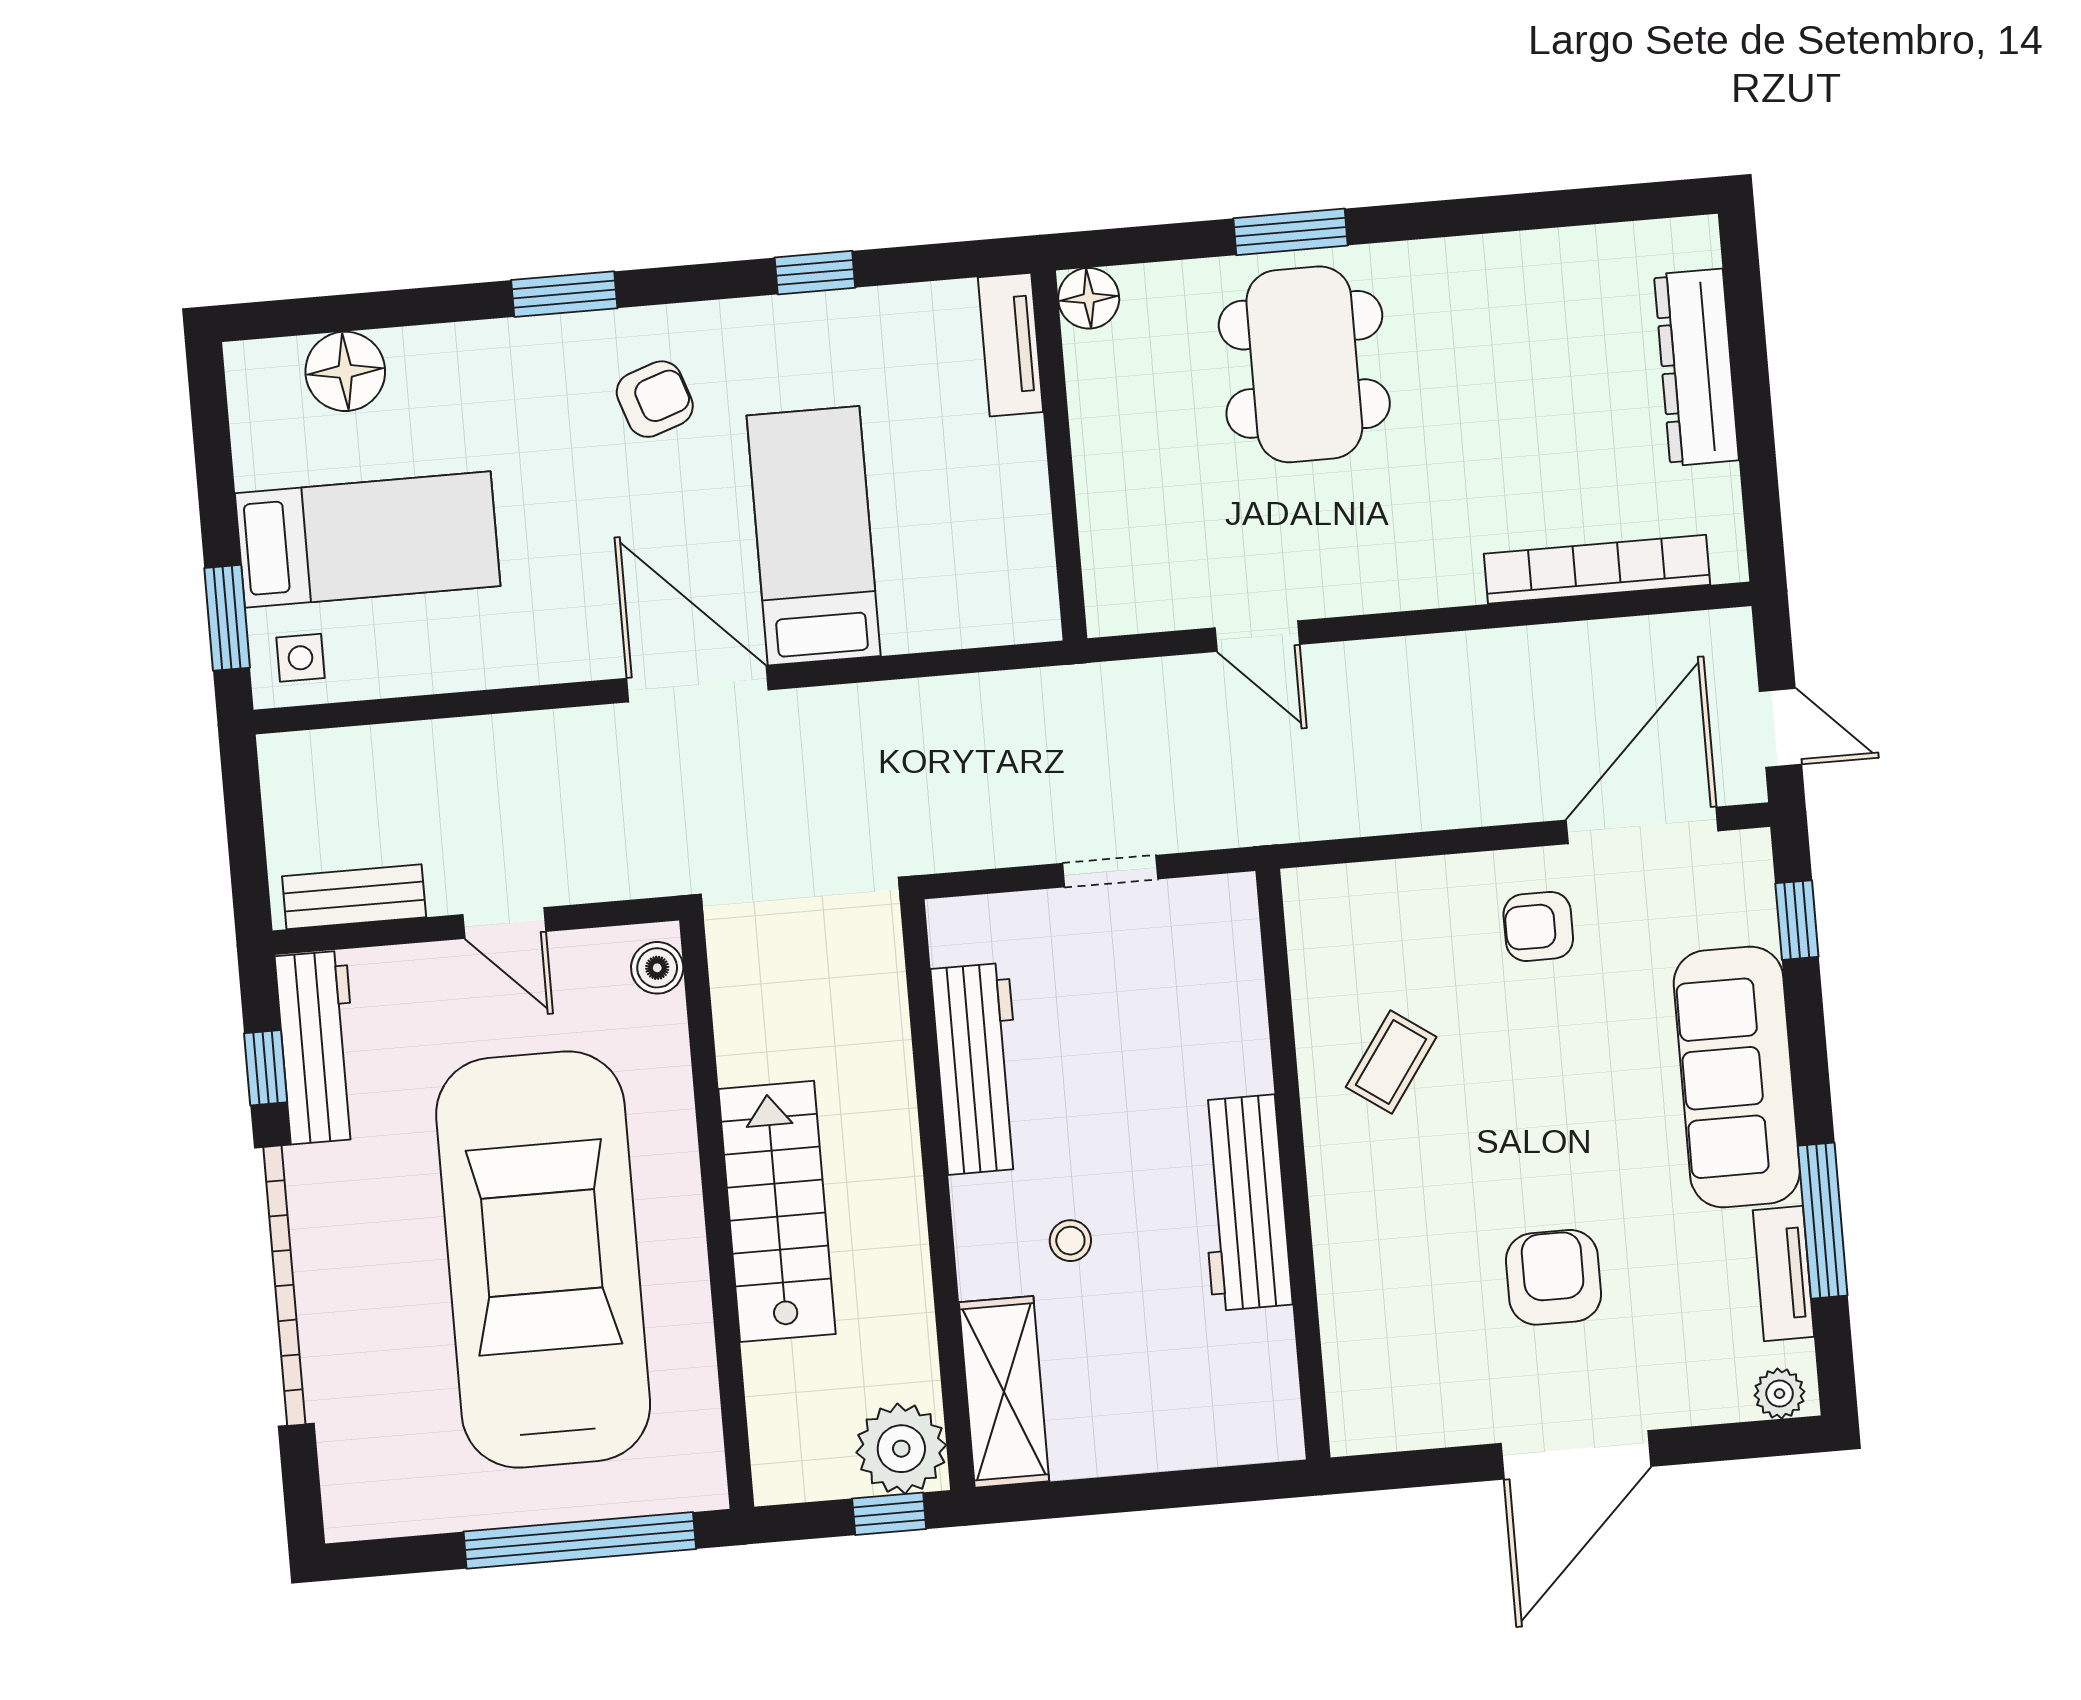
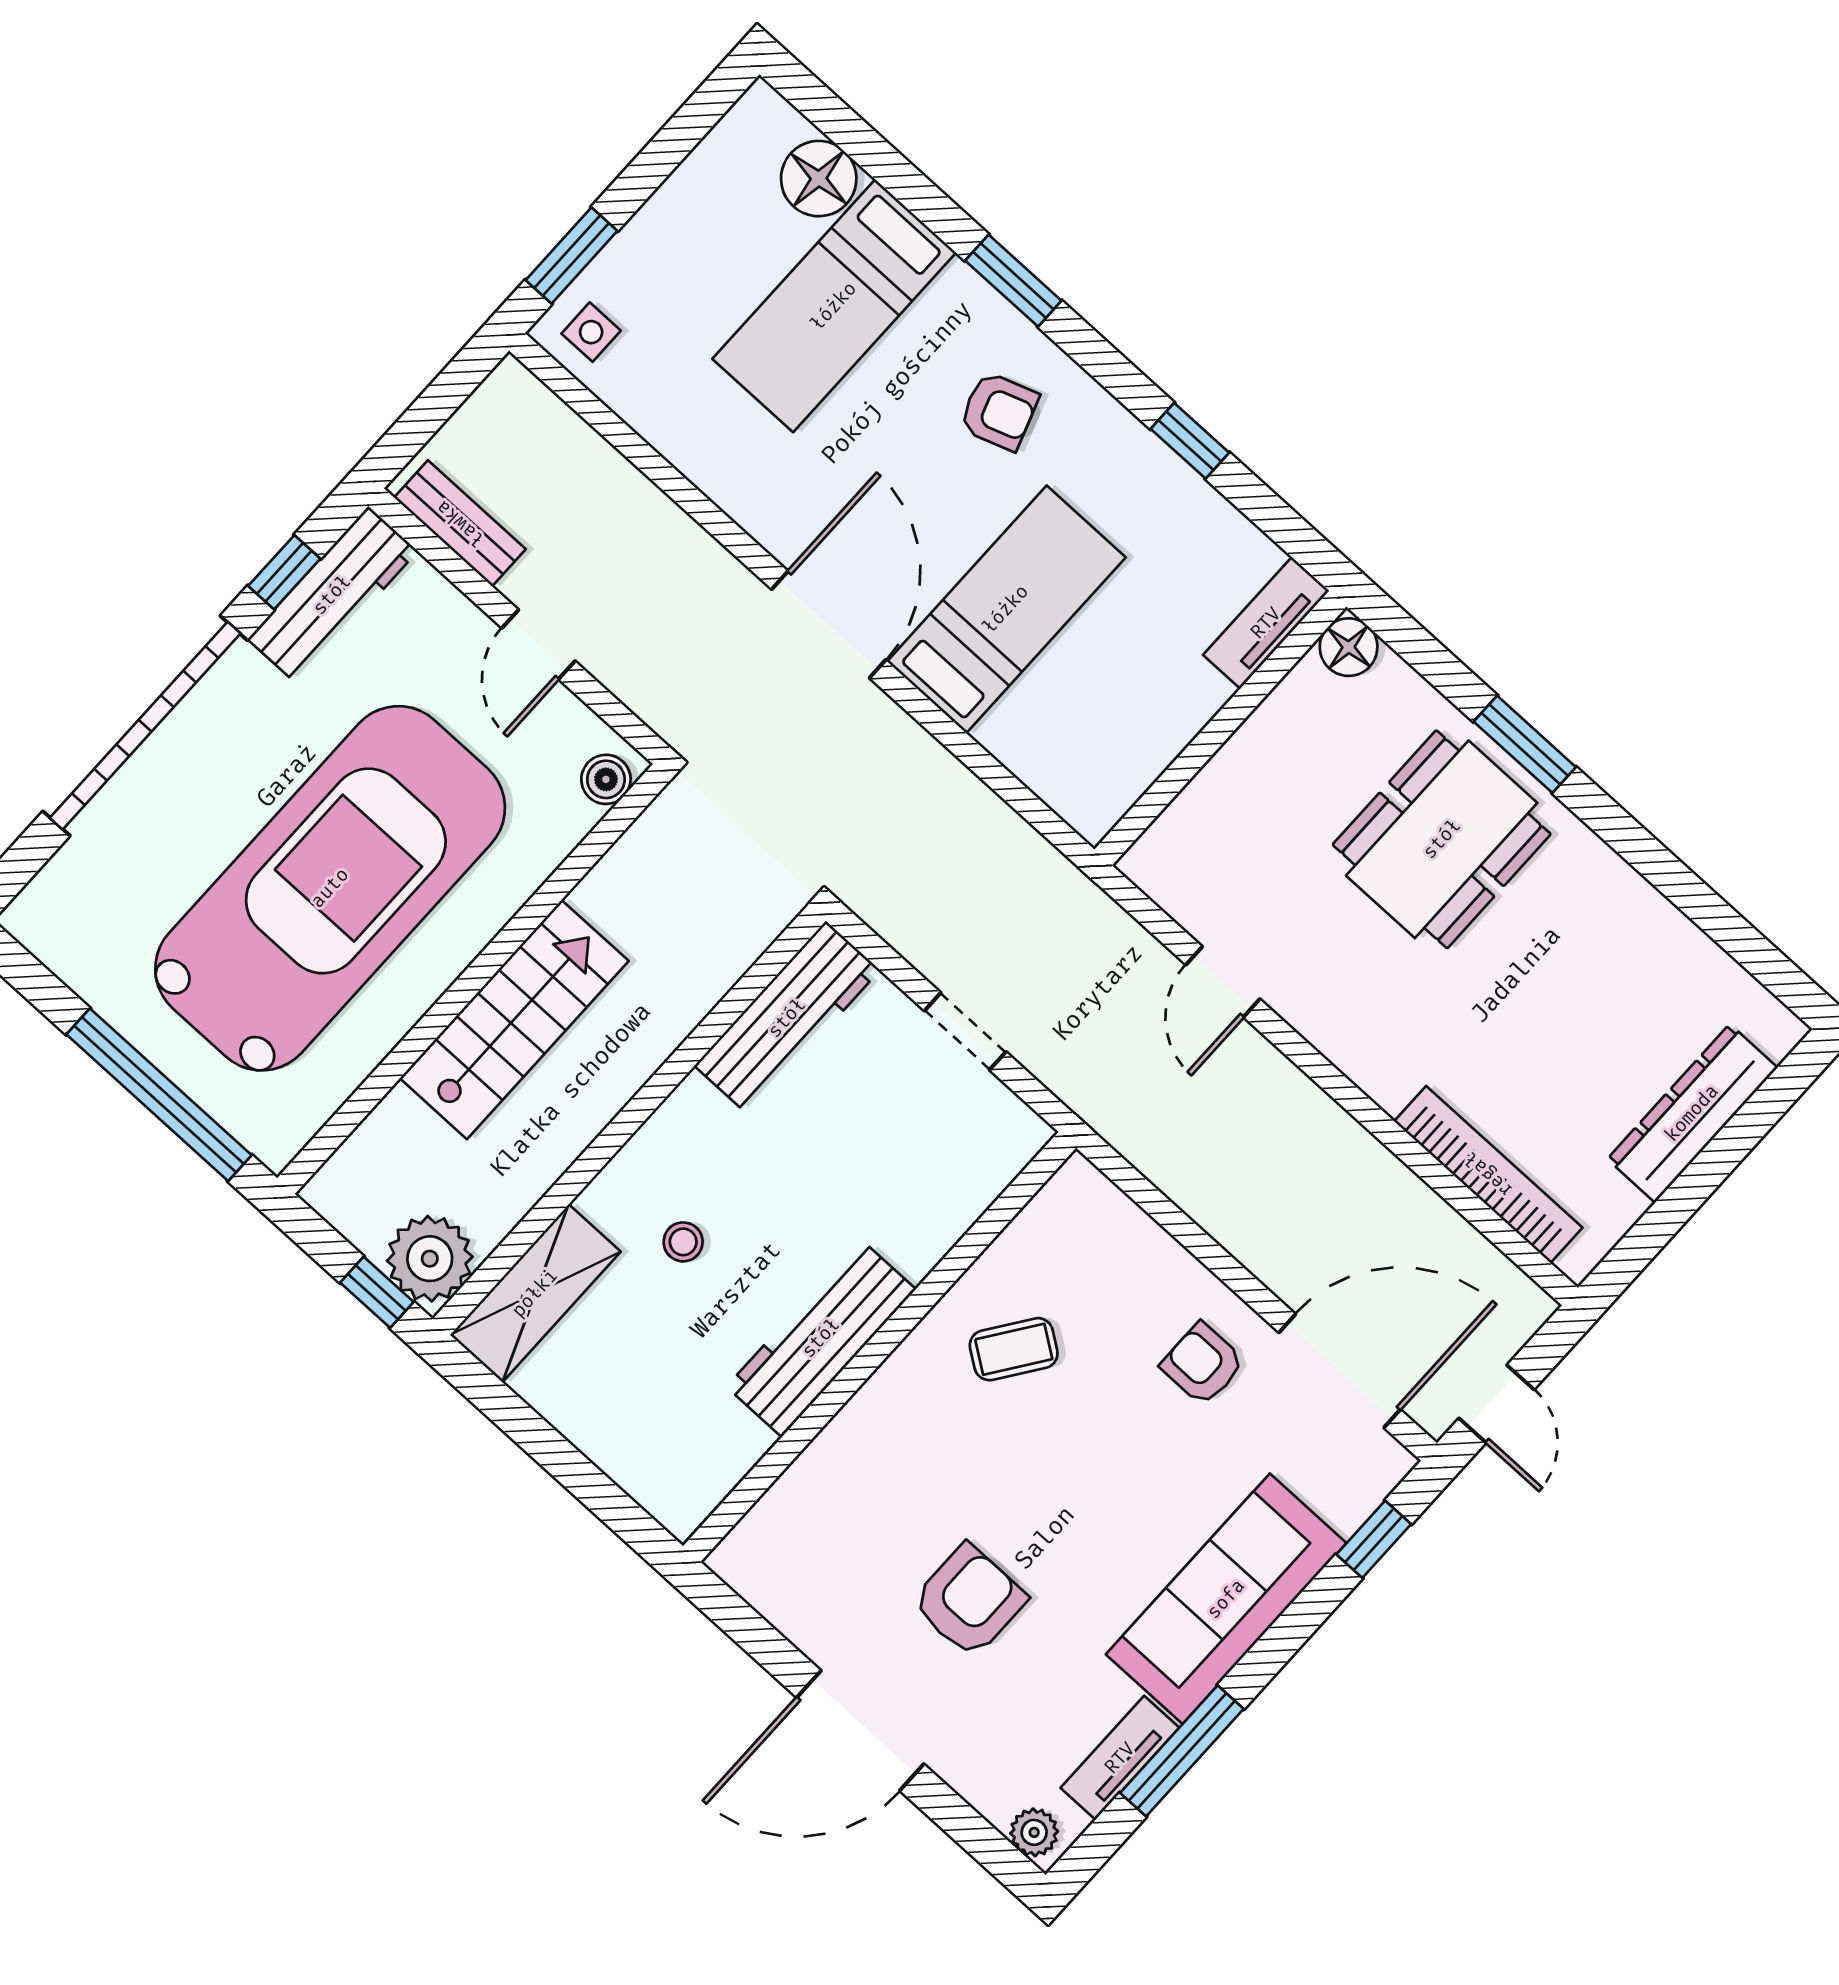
bed: (368, 540) -> (834, 306), moved, turned 90
workbench: (978, 1069) -> (787, 1018), moved

